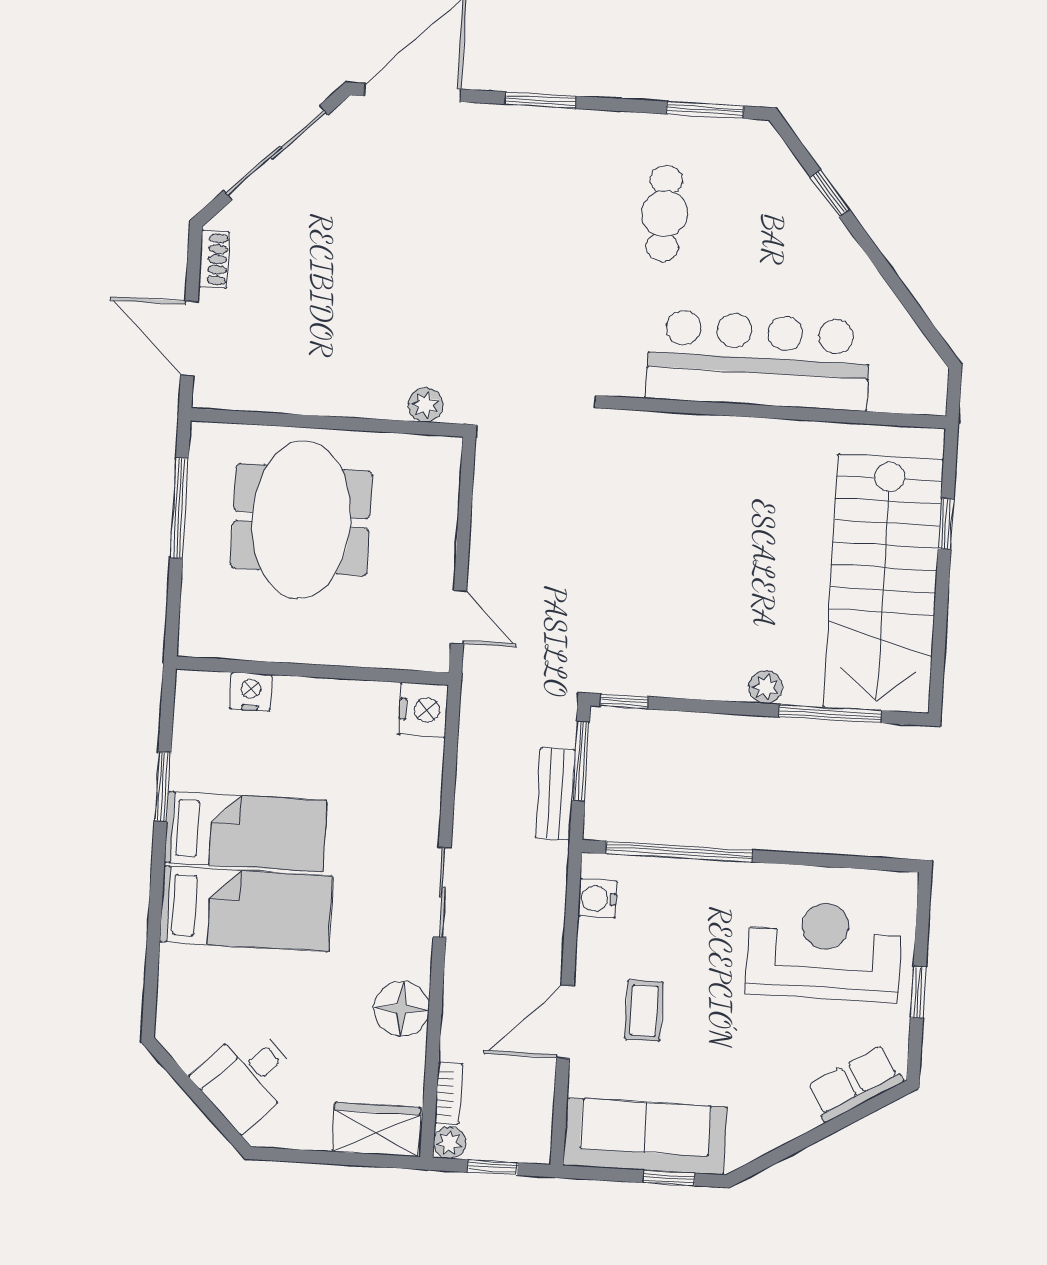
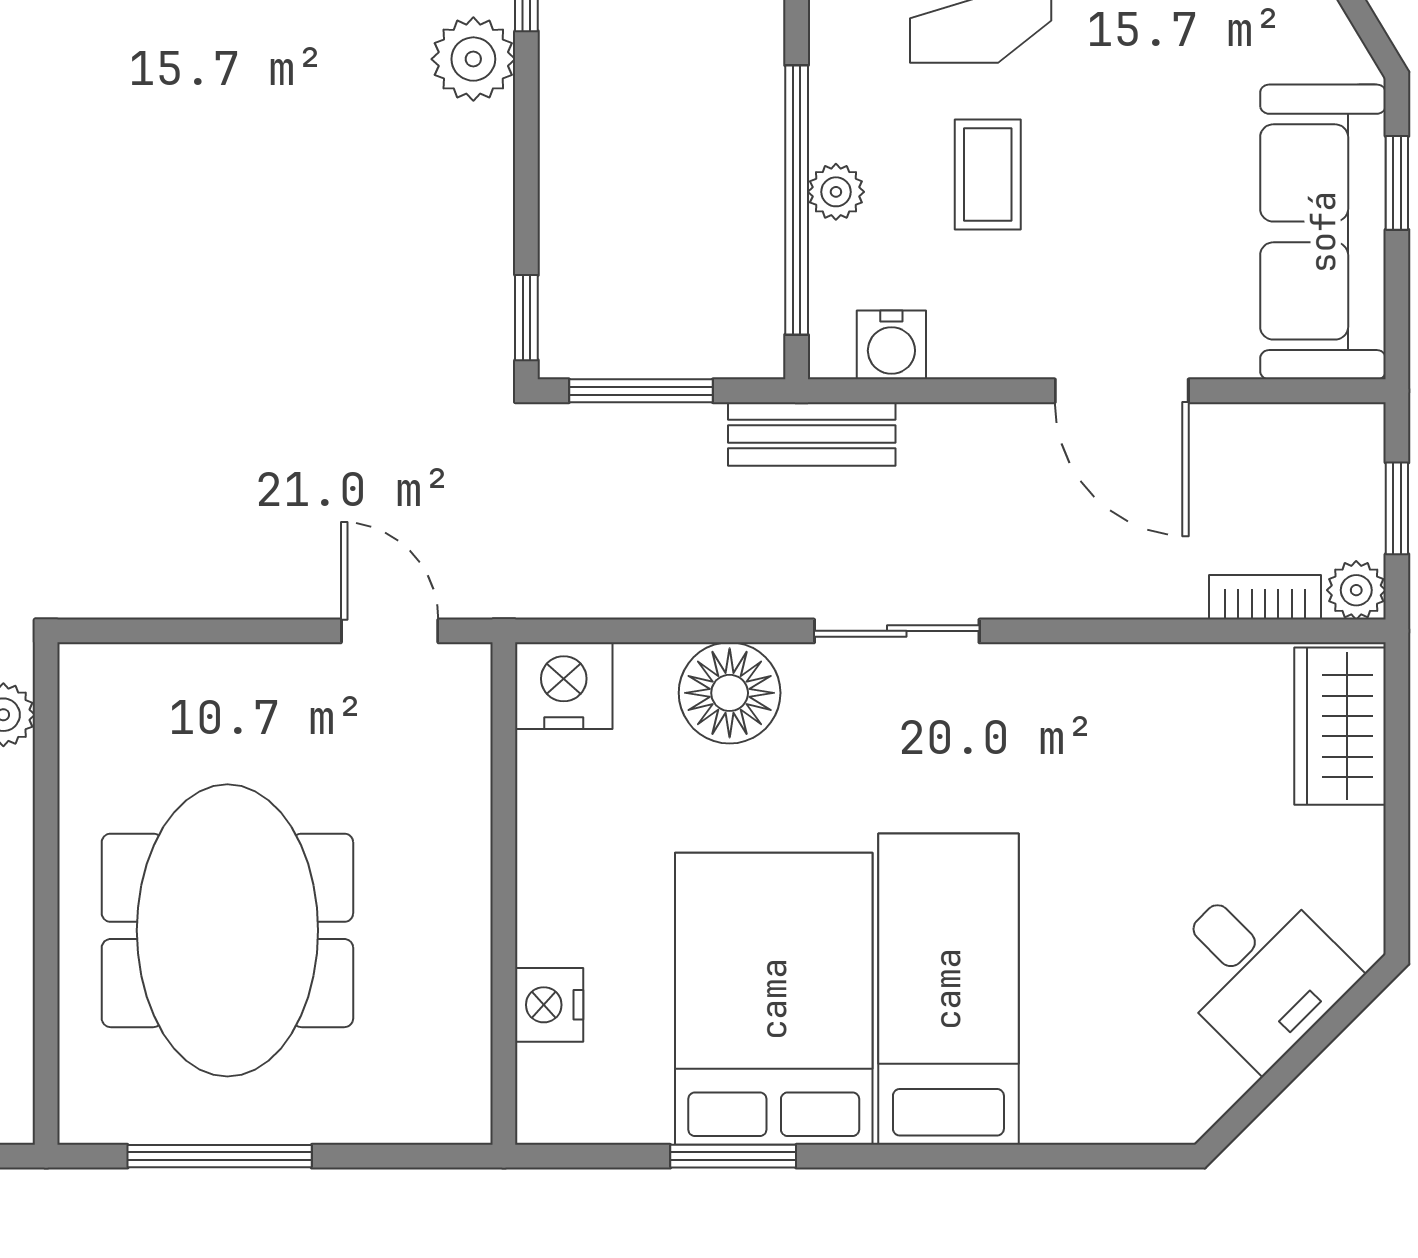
meeting table: (301, 520) -> (227, 930), turned 90
door: (459, 617) -> (390, 631), hinge flipped
plant: (766, 687) -> (473, 59), width x1.38, depth x1.38
bench: (555, 794) -> (812, 434), moved
bed: (246, 831) -> (774, 999), width x1.50
plant: (682, 873) -> (836, 192), added
floor lamp: (402, 1009) -> (730, 693), moved
coffee table: (644, 1010) -> (988, 174), moved, turned 90

